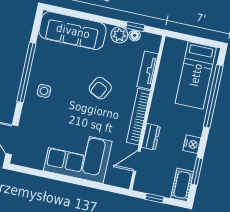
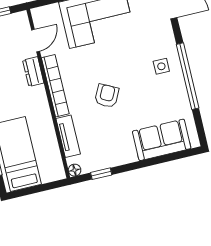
sofa: (73, 31) -> (162, 140), width x0.73
plant: (119, 35) -> (113, 158), removed
floor lamp: (135, 35) -> (75, 170), moved

